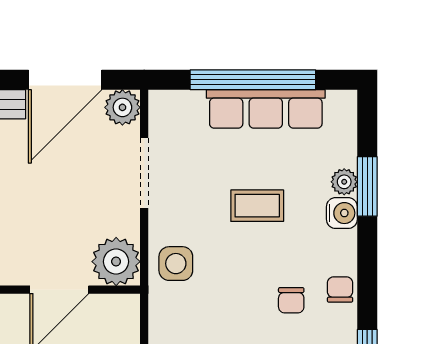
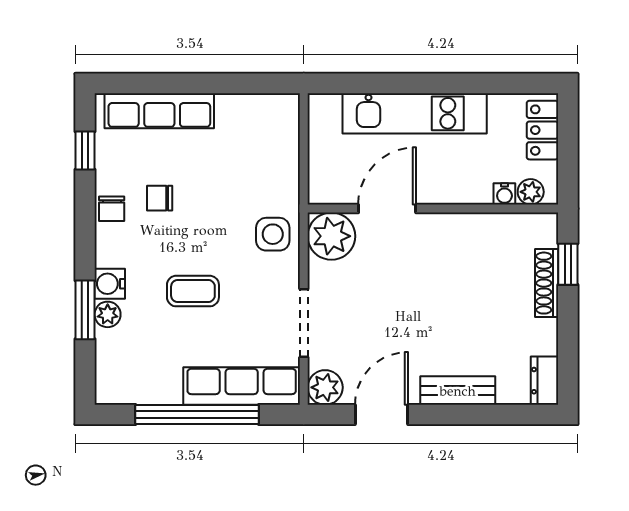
door: (65, 80) -> (381, 415), width x0.73
row of seats: (266, 109) -> (242, 386), moved
chair: (291, 300) -> (160, 198), turned -90

